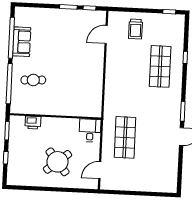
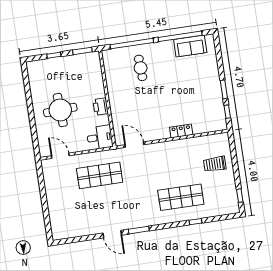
door: (106, 34) -> (134, 145), moved
sofa: (22, 42) -> (190, 46), moved
locker: (99, 54) -> (181, 131), added
printer: (33, 123) -> (101, 107), moved
round table: (58, 162) -> (60, 110), turned 36

